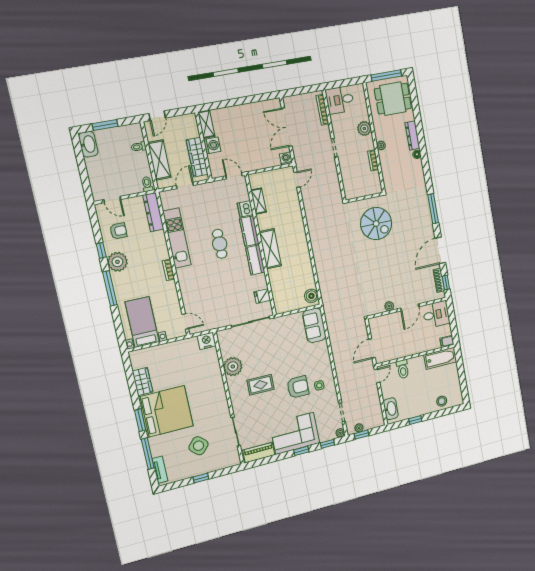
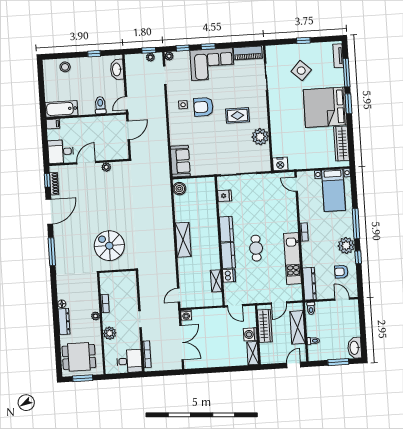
window: (386, 76) -> (83, 378), width x0.69
shelving: (270, 249) -> (183, 240), moved
wardrobe: (142, 381) -> (342, 144), width x1.50

